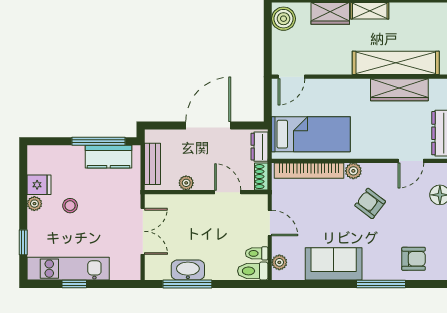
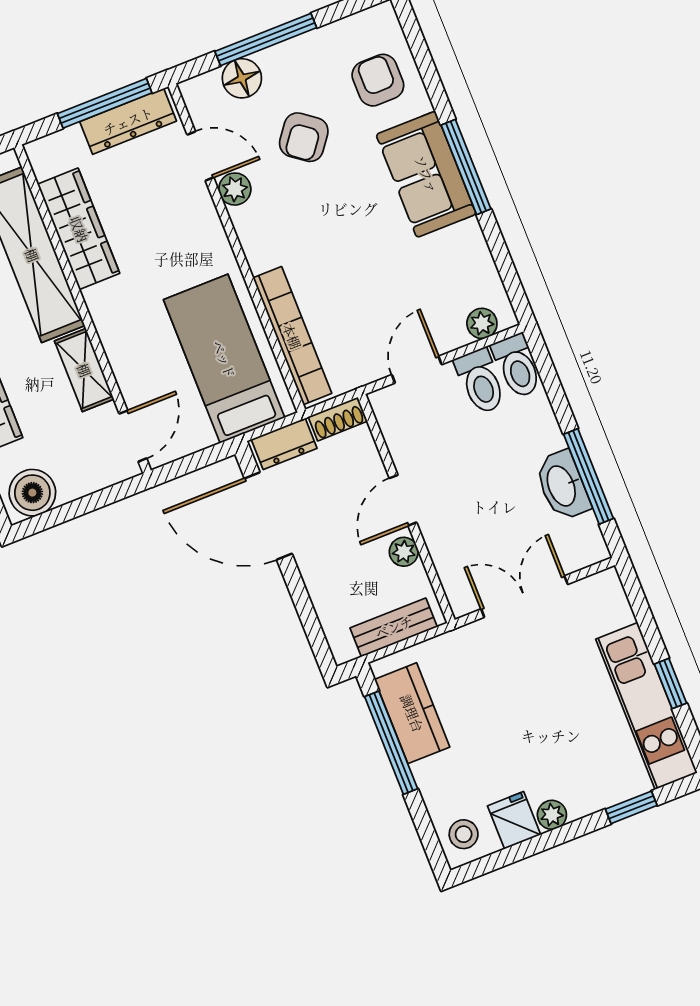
shelving: (332, 66) -> (84, 370), added
door: (291, 77) -> (133, 436), hinge flipped
door: (208, 126) -> (268, 516), moved
plant: (353, 171) -> (235, 189), moved
door: (228, 192) -> (403, 500), moved
armchair: (370, 203) -> (304, 137), moved
stool: (70, 206) -> (464, 834), moved
toilet: (257, 253) -> (480, 381), width x1.37, depth x1.39
sofa: (334, 264) -> (426, 174), moved
window: (381, 284) -> (466, 167), moved

